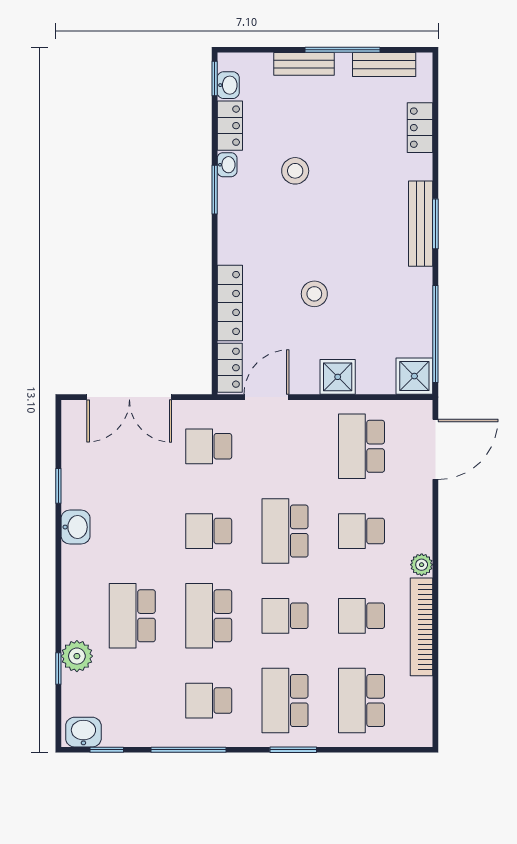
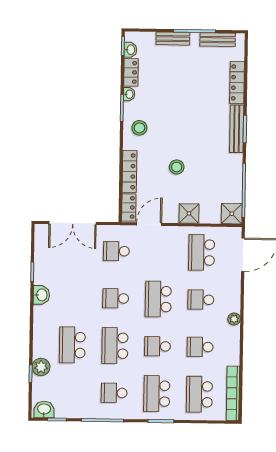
locker: (420, 128) -> (237, 82), width x1.53
stool: (295, 171) -> (140, 128), moved
bookcase: (422, 627) -> (233, 393), moved

